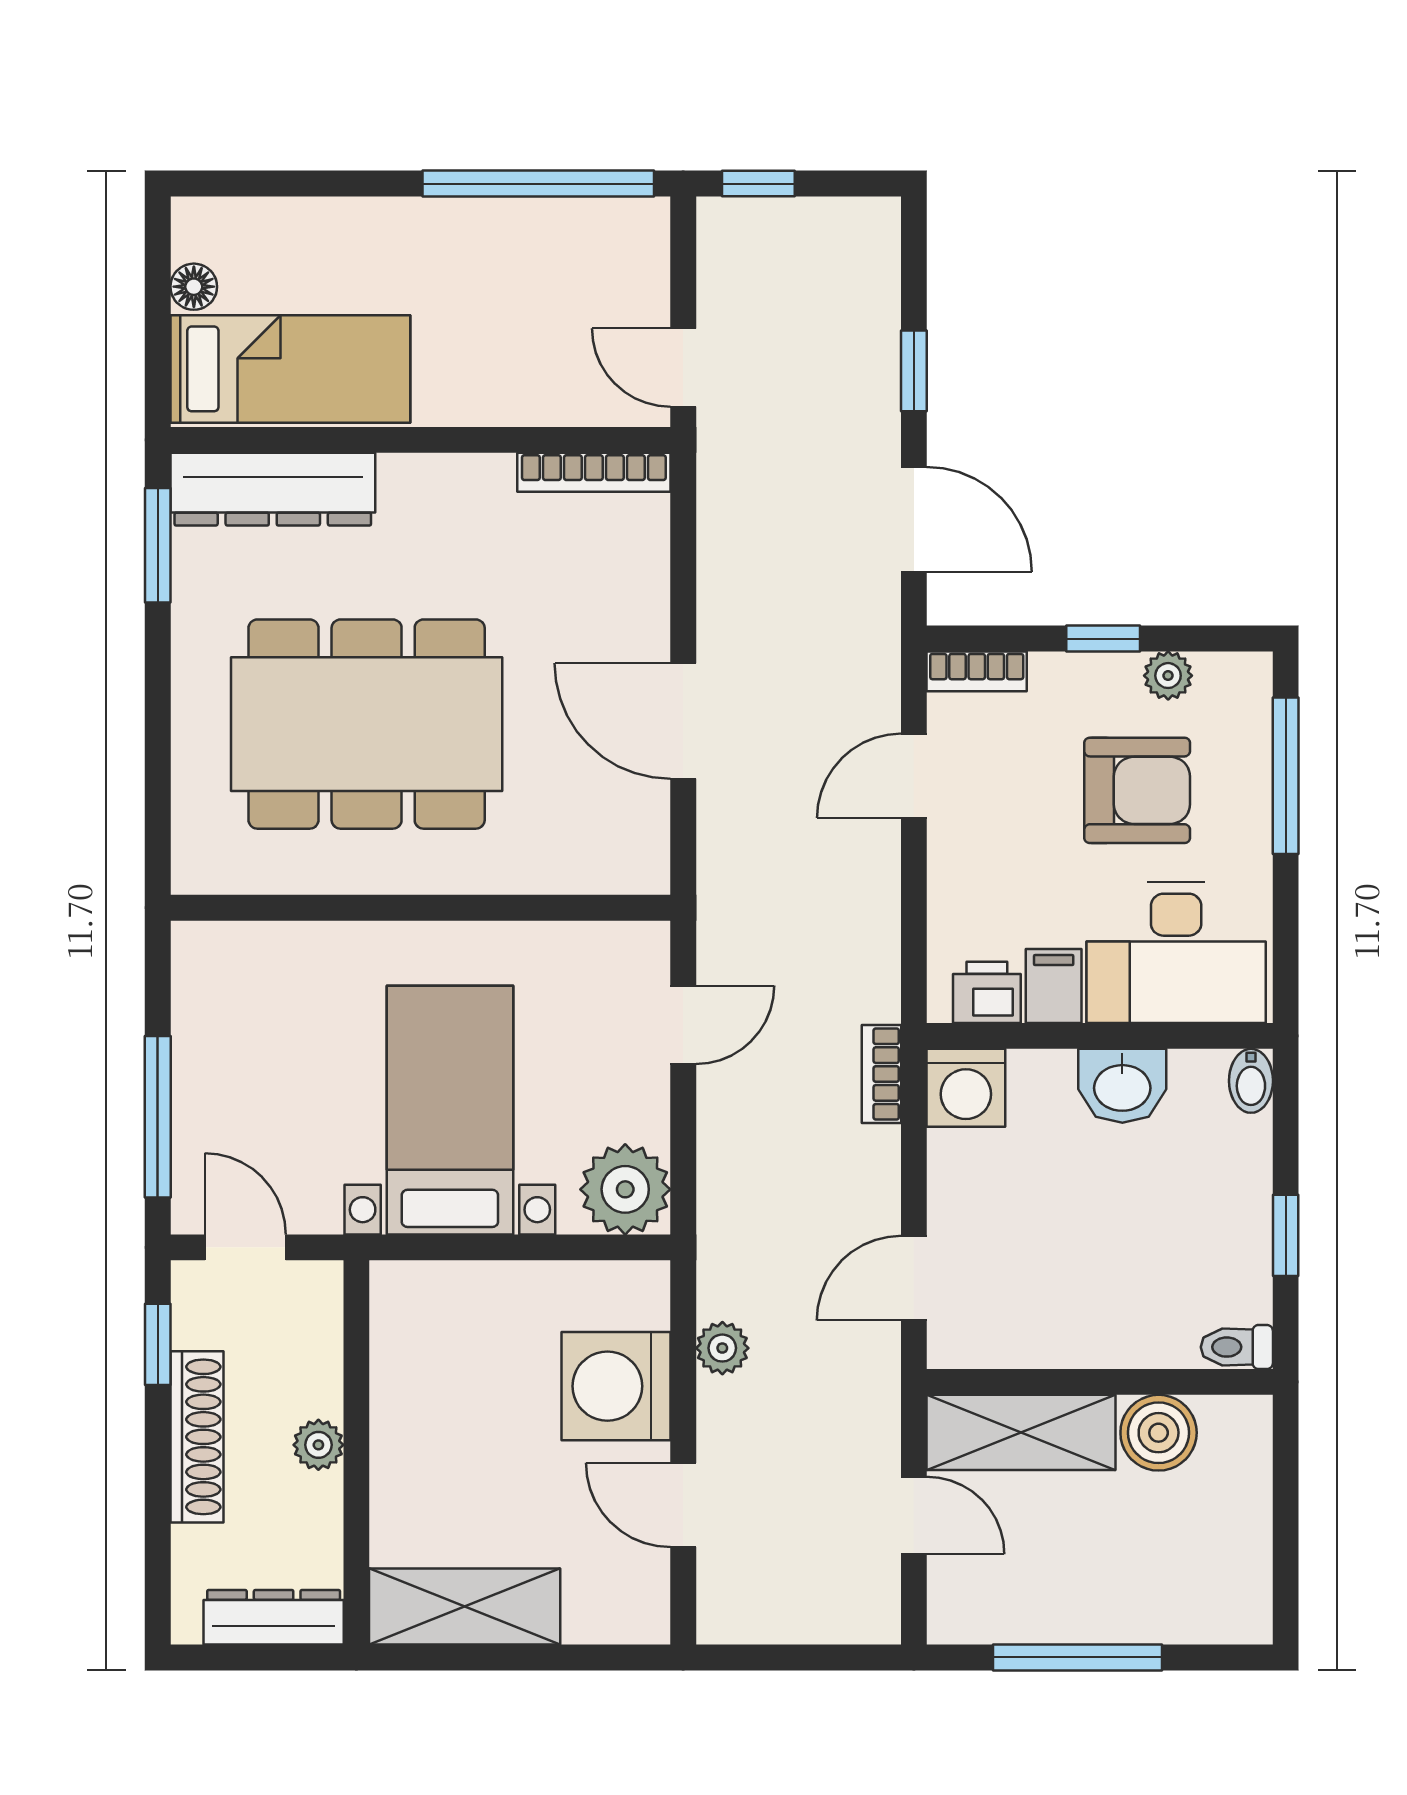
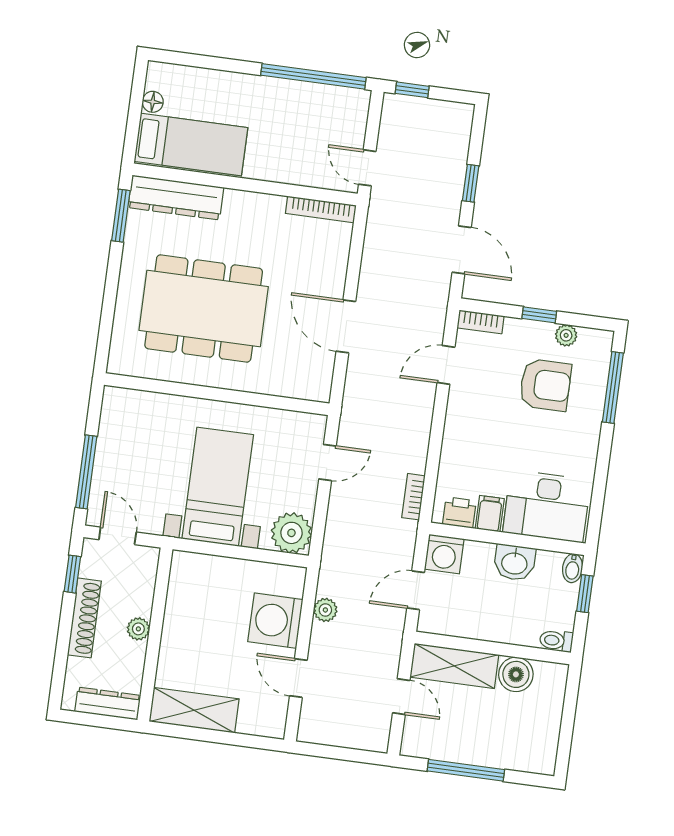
desk: (1176, 953) -> (547, 506), moved
filing cabinet: (1054, 986) -> (490, 514), moved
printer: (987, 992) -> (459, 512), moved
wall: (1100, 1036) -> (507, 539), moved
bidet: (1251, 1081) -> (573, 568), moved
washbasin: (1122, 1086) -> (514, 563), moved
washing machine: (966, 1088) -> (444, 554), moved

